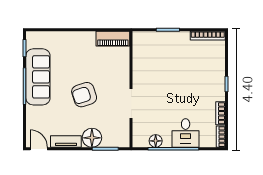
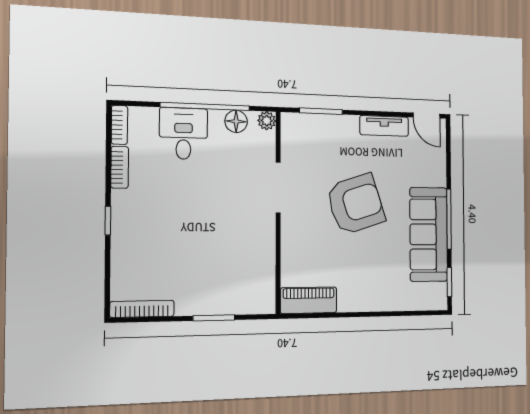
armchair: (84, 95) -> (356, 204), width x1.36, depth x1.36
floor lamp: (92, 138) -> (343, 131), removed
plant: (138, 142) -> (267, 121), added

